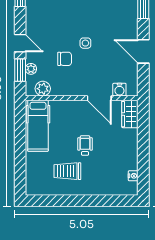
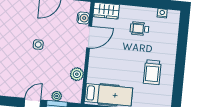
chair: (65, 59) -> (51, 65), removed
plant: (43, 89) -> (77, 74), moved
wheelchair: (85, 146) -> (139, 29), moved

